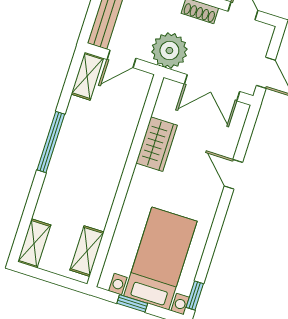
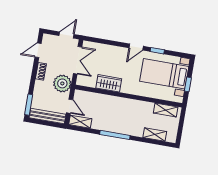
door: (233, 174) -> (136, 47), moved
shelving: (34, 243) -> (155, 134), moved
window: (195, 295) -> (157, 51), moved

